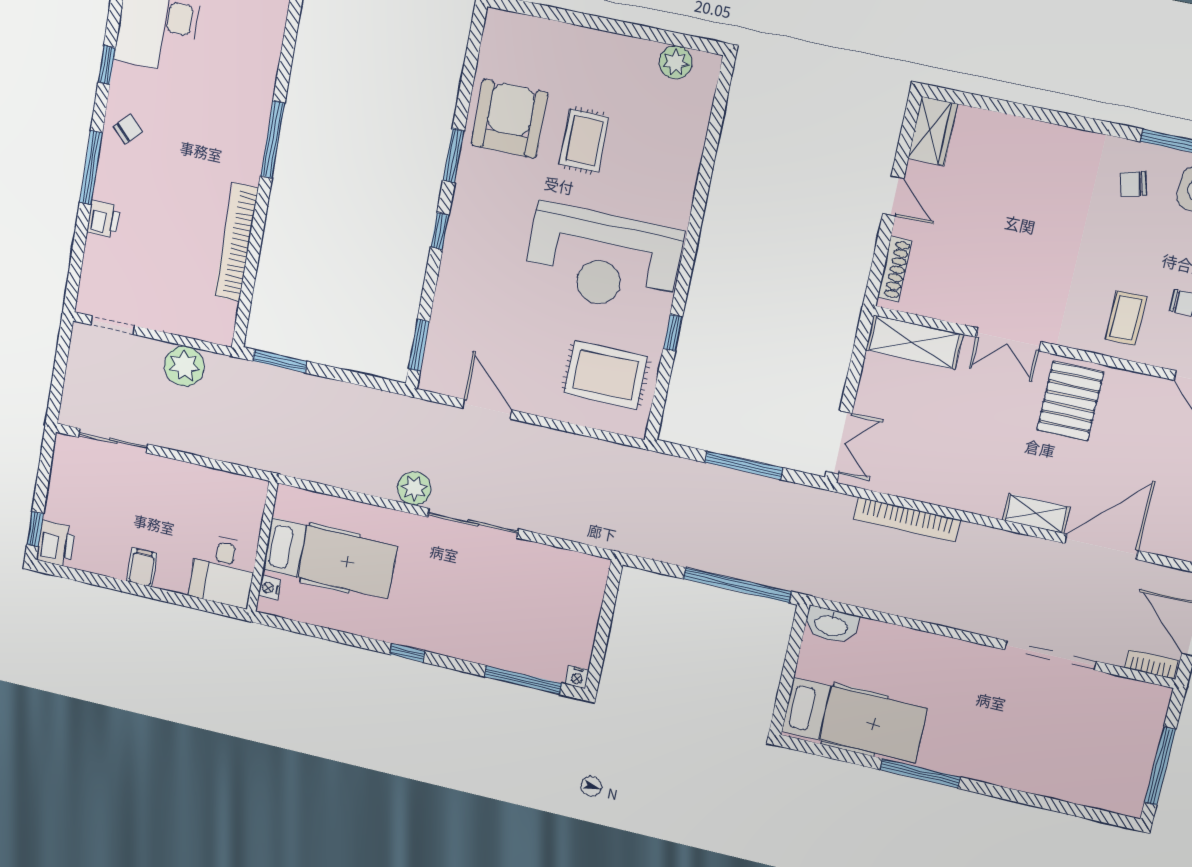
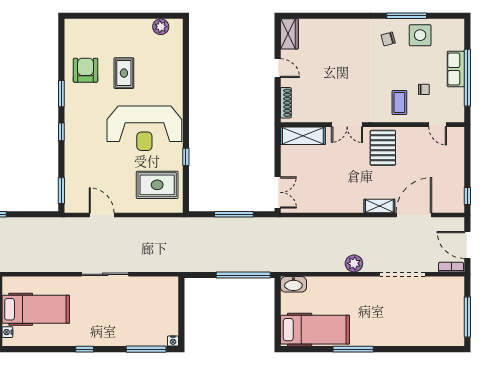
armchair: (509, 119) -> (85, 70), width x0.73, depth x0.73
plant: (414, 488) -> (354, 263), moved
bookcase: (907, 519) -> (318, 223), removed

